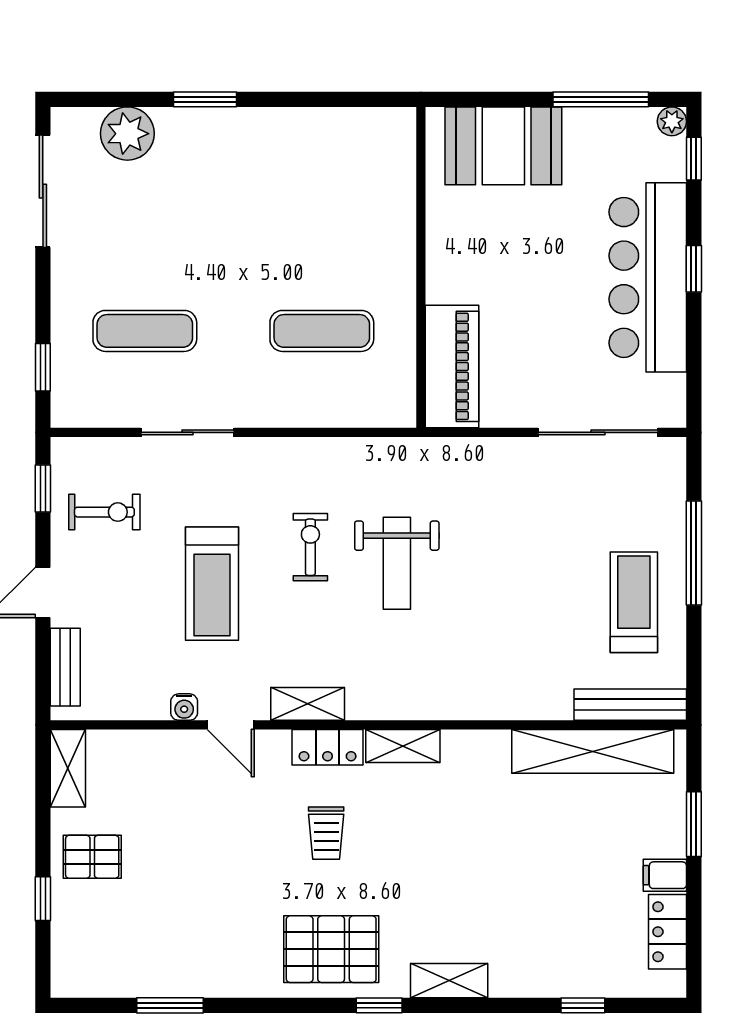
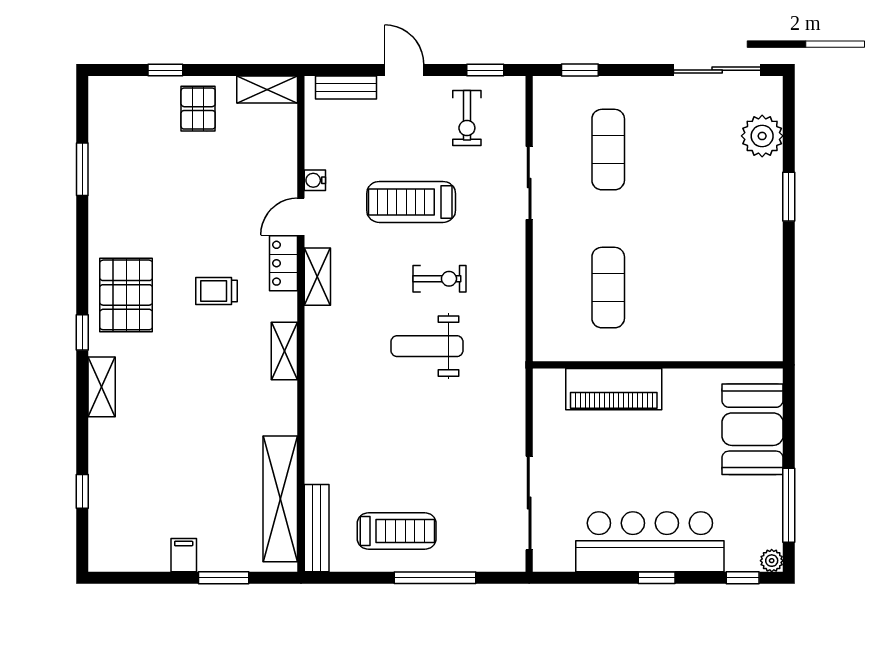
piano: (452, 366) -> (614, 389), moved
locker: (328, 747) -> (284, 263), moved
locker: (667, 932) -> (140, 557), removed

